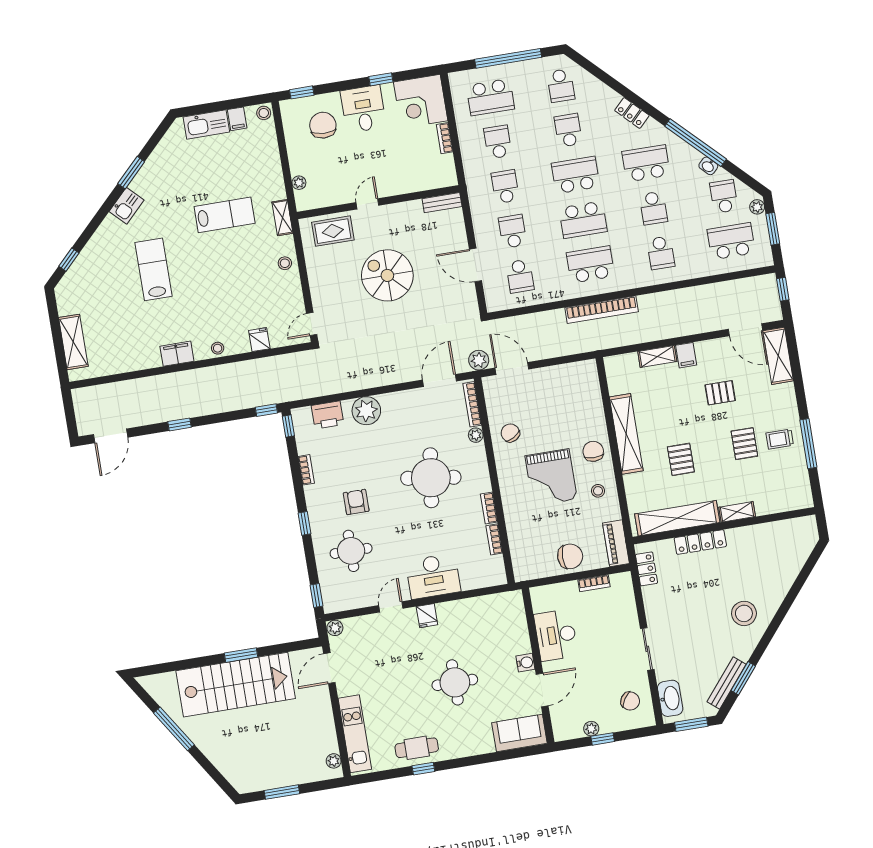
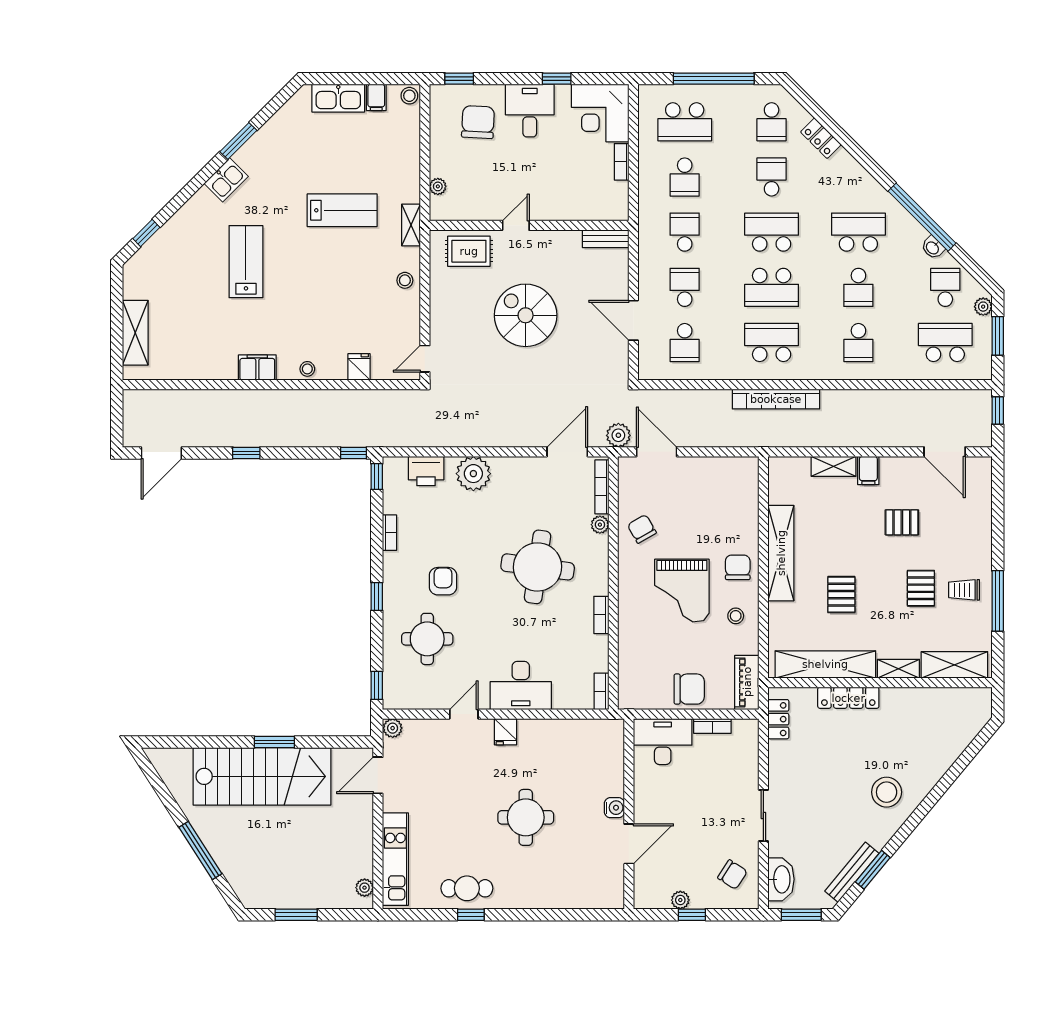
locker: (632, 113) -> (821, 138), moved
school desk: (498, 142) -> (685, 177), turned 180
shelving: (778, 356) -> (954, 665), moved, turned 90
bookcase: (494, 539) -> (601, 691), moved
desk: (556, 635) -> (663, 742), moved, turned 90
window: (174, 729) -> (200, 851), moved
sofa: (519, 733) -> (593, 891), removed

